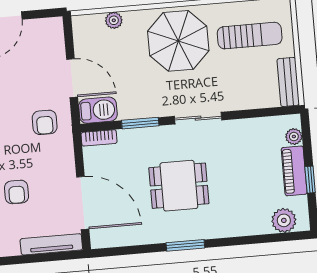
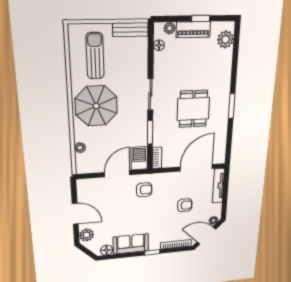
floor lamp: (269, 124) -> (159, 45), added

